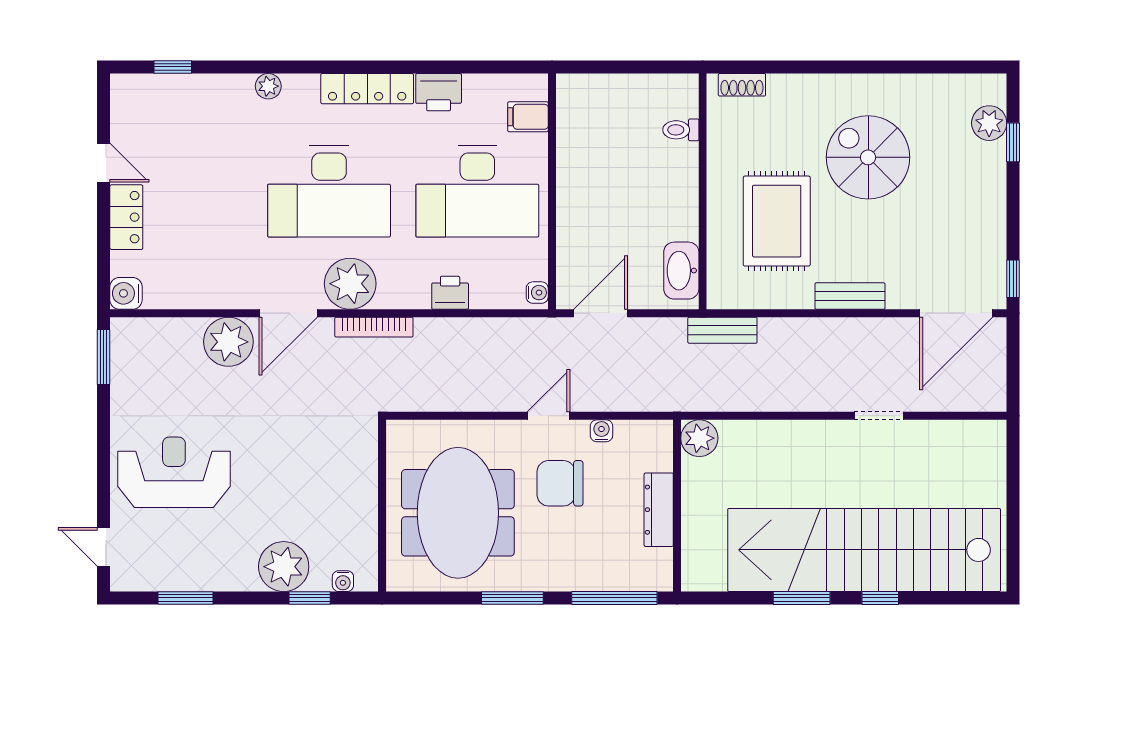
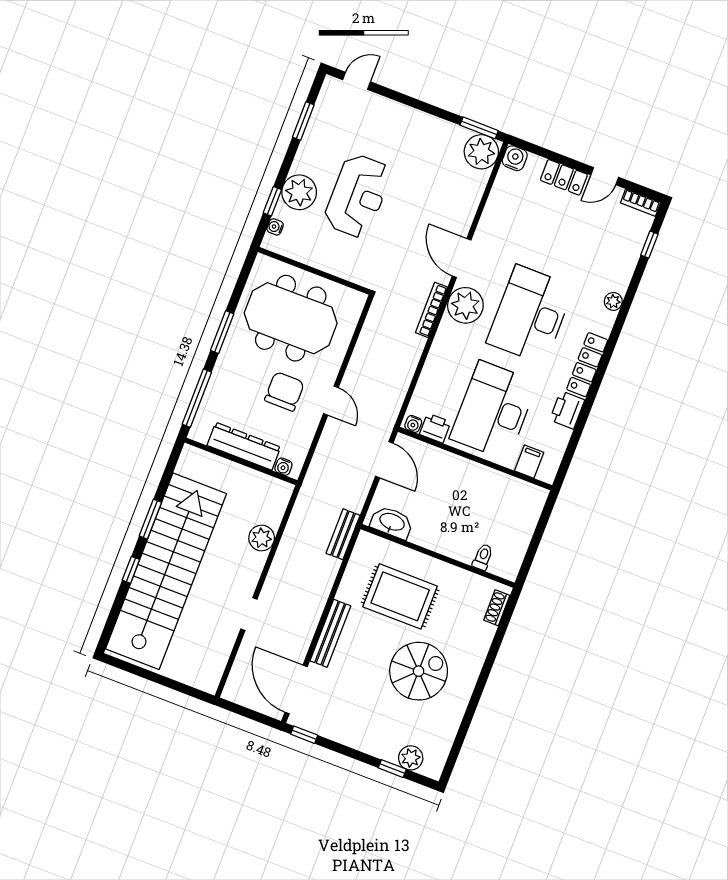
bookcase: (121, 100) -> (641, 203), added
printer: (450, 293) -> (435, 428), moved, turned -90
bench: (850, 296) -> (330, 633), width x1.36
plant: (228, 342) -> (481, 152), moved
water cooler: (601, 431) -> (283, 467), moved, turned 90
plant: (699, 438) -> (262, 538), moved
reception desk: (174, 472) -> (358, 196), moved
dresser: (659, 510) -> (244, 446), width x1.37, depth x1.24

